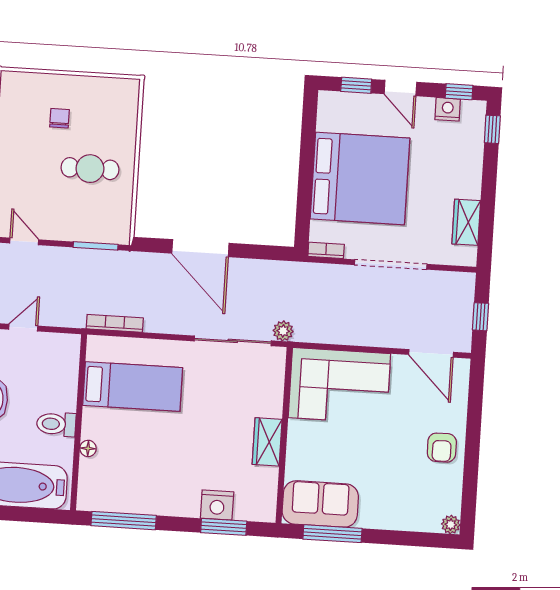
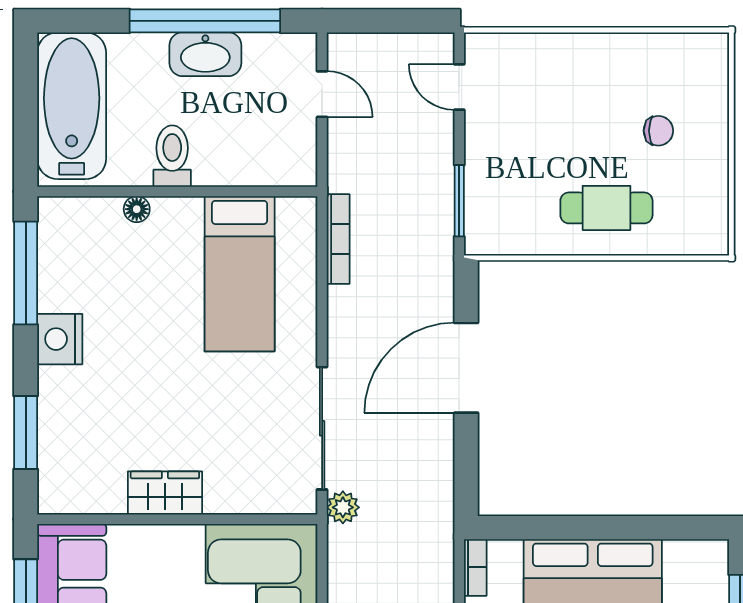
cafe table: (90, 169) -> (606, 208), moved, turned 90
door: (24, 241) -> (459, 87), swing flipped
nightstand: (217, 505) -> (60, 339), moved

